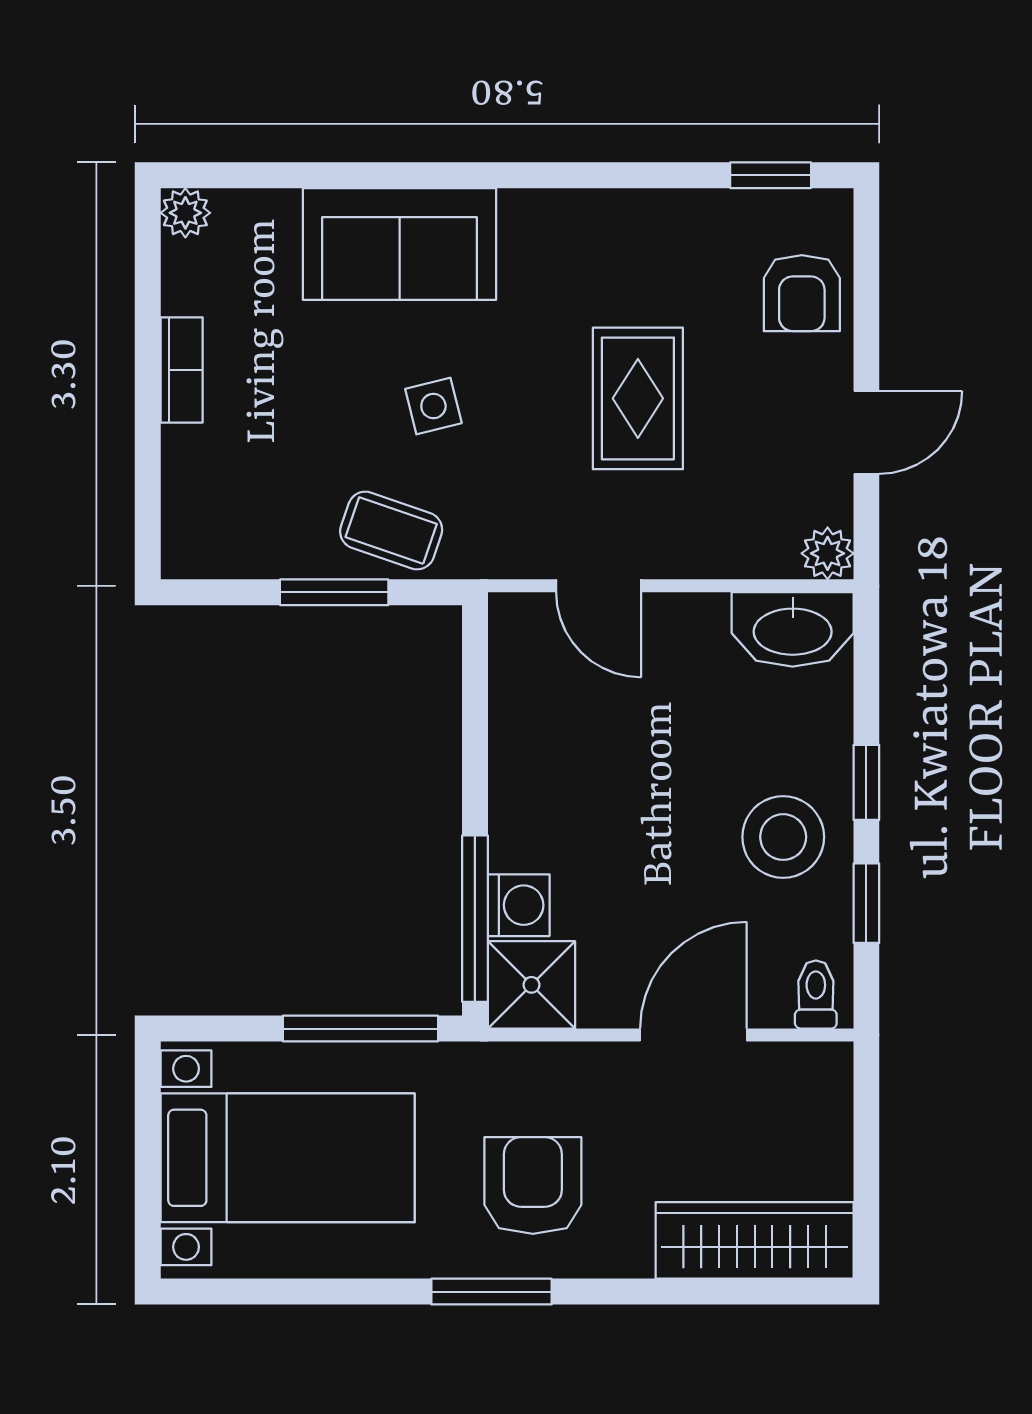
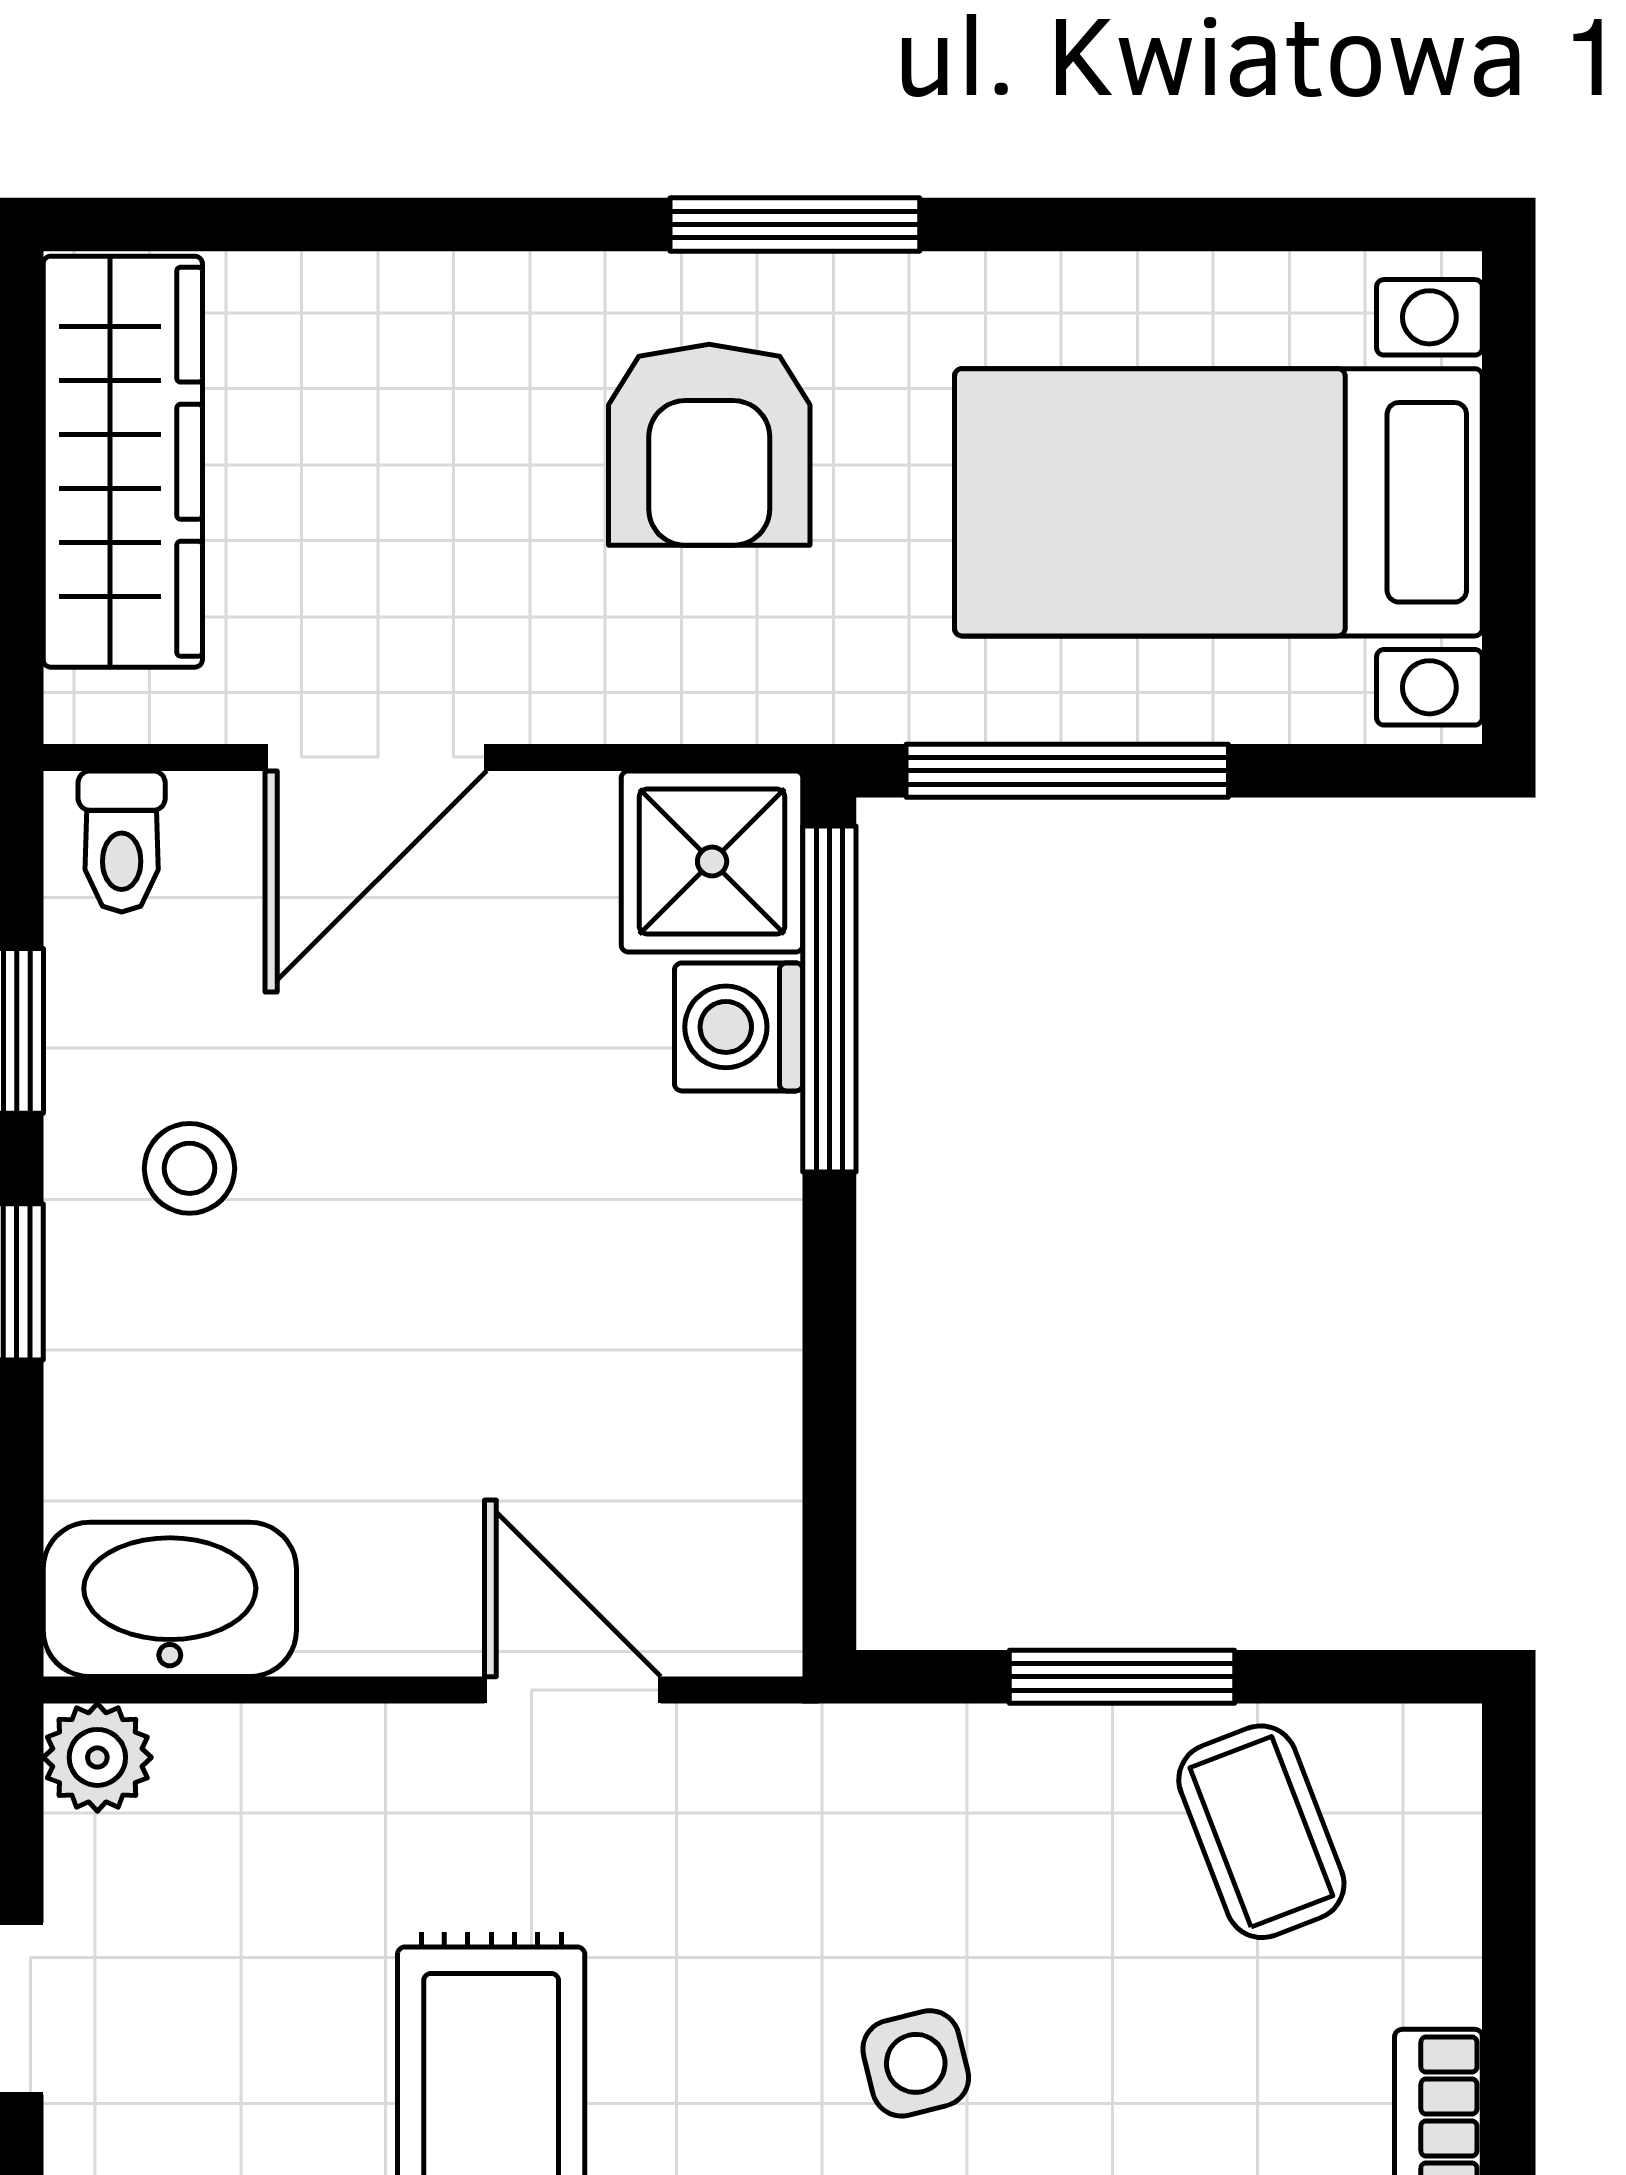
coffee table: (391, 531) -> (1261, 1832), moved, turned 50
stool: (783, 837) -> (189, 1168), width x0.53, depth x0.53
wardrobe: (755, 1240) -> (123, 462), moved, turned -90

